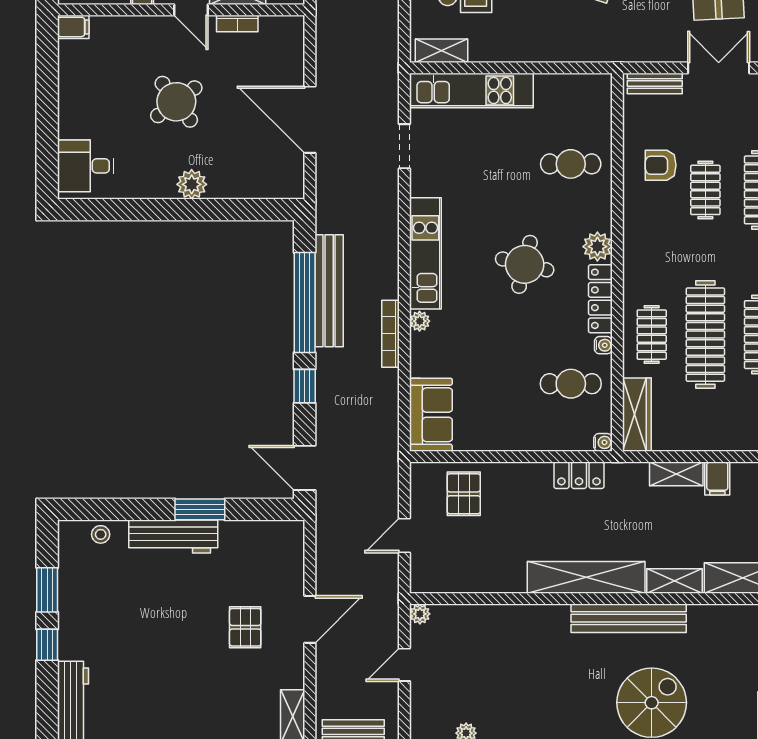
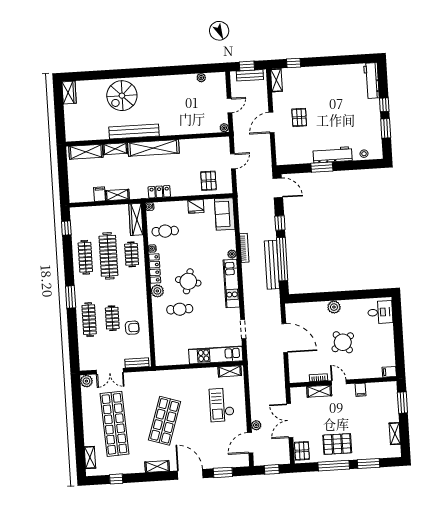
cafe table: (571, 164) -> (180, 309), moved
fridge: (496, 436) -> (196, 206), added

